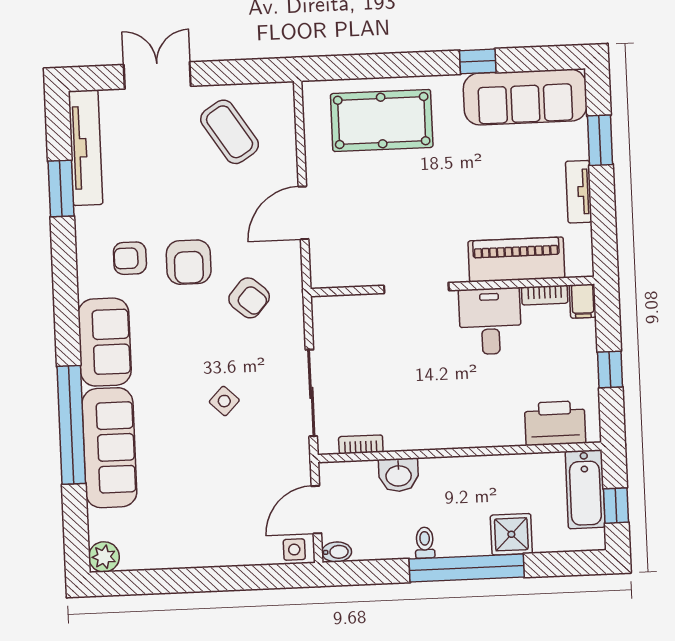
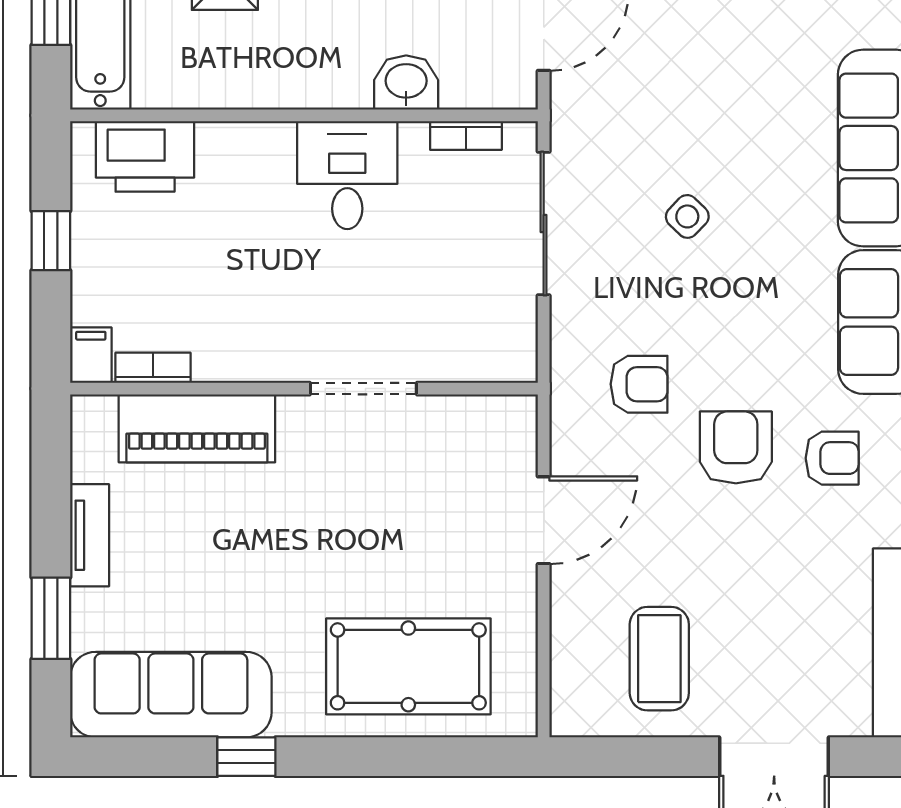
coffee table: (230, 132) -> (659, 659), turned 33
armchair: (249, 298) -> (639, 384), turned 139
desk: (490, 321) -> (347, 175), moved, turned 180

